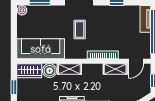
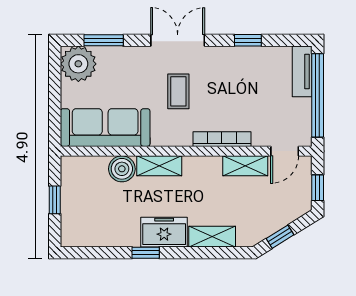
plant: (22, 10) -> (78, 64), width x1.88, depth x1.88
wardrobe: (29, 71) -> (84, 169), removed

